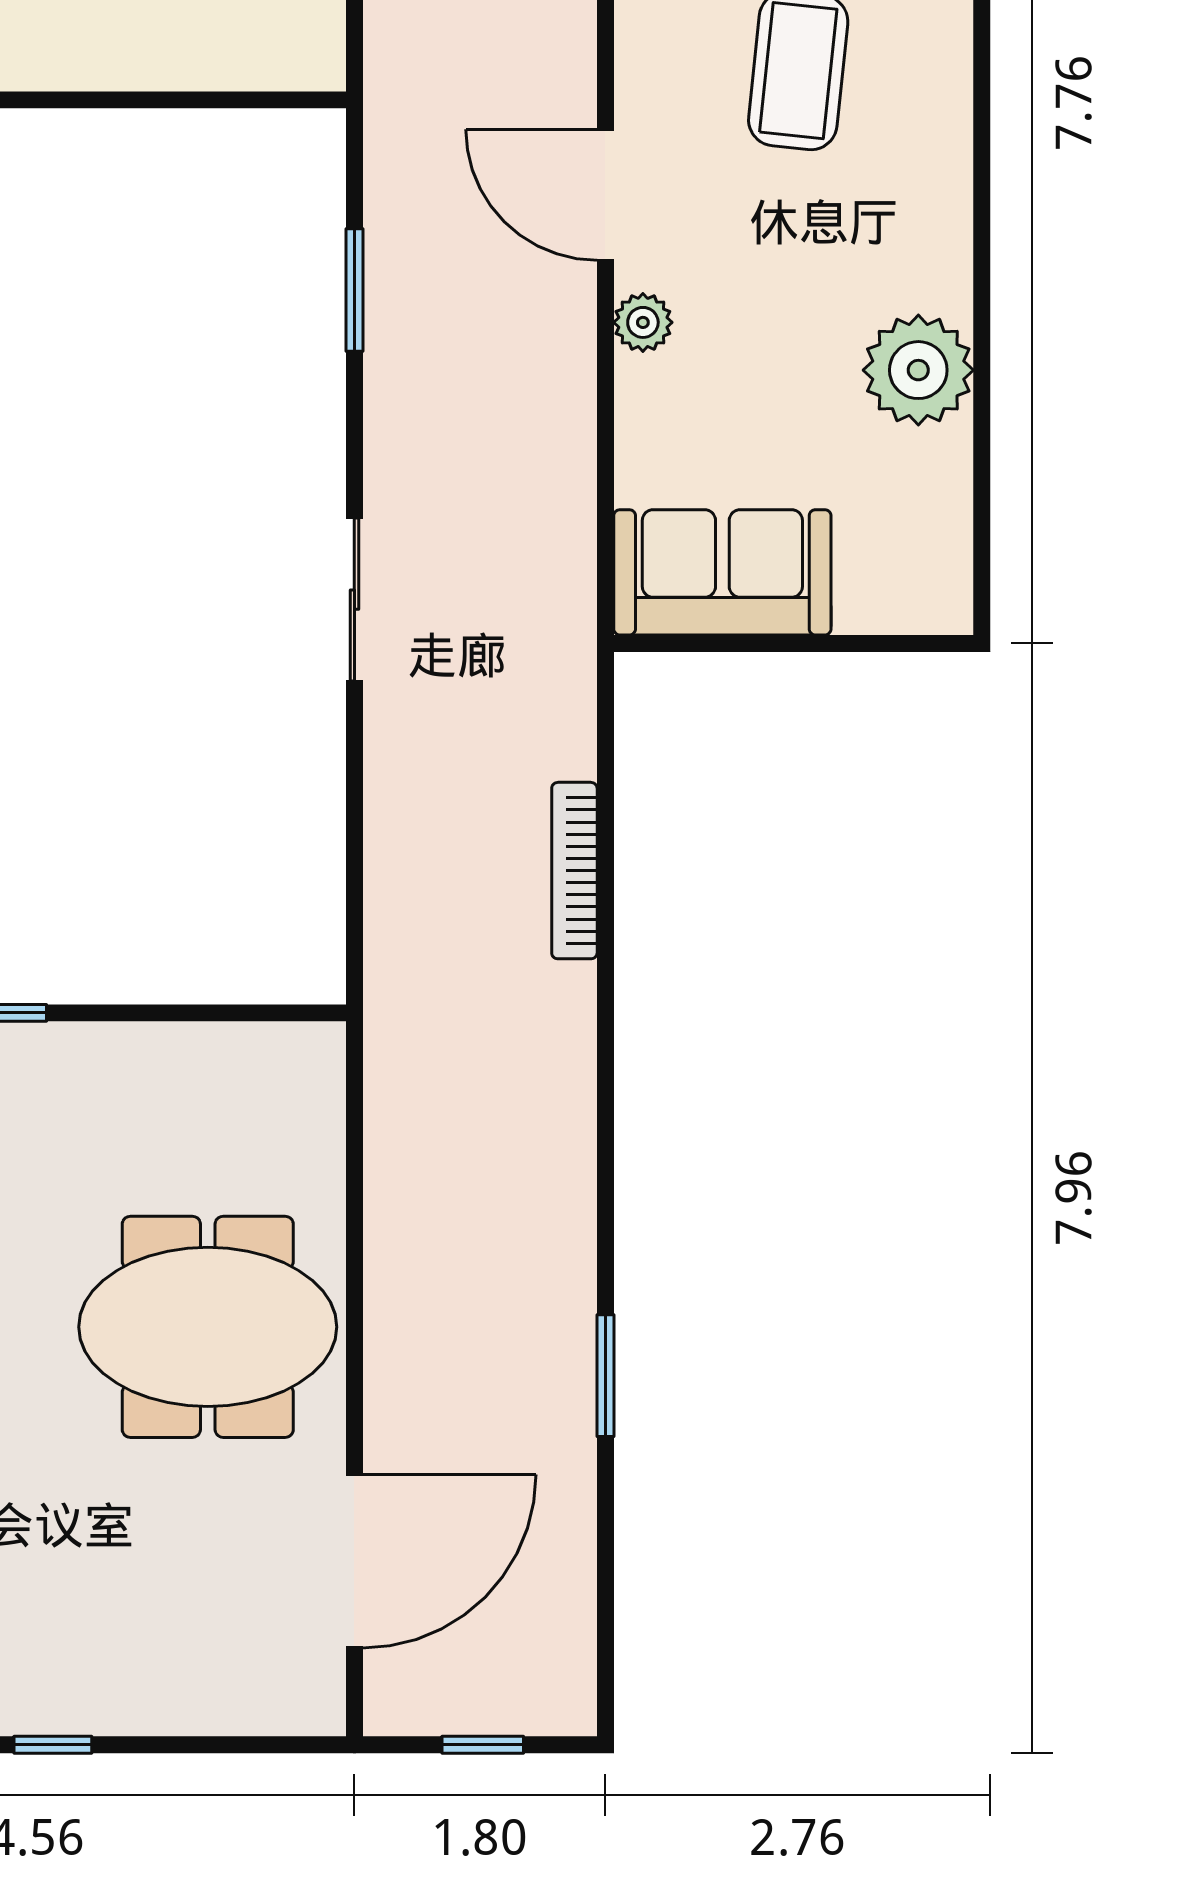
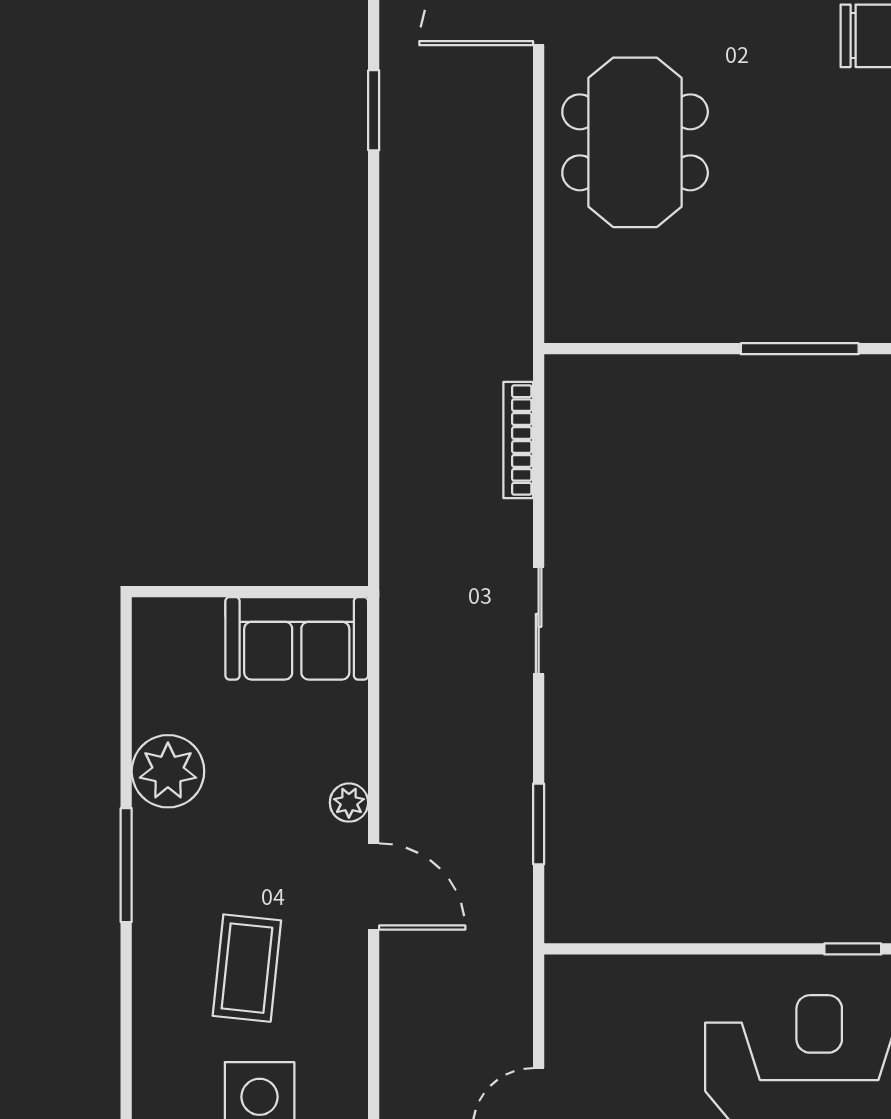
window: (982, 227) -> (126, 865), added
bookcase: (574, 871) -> (518, 440), moved, turned 180
meeting table: (208, 1327) -> (635, 142), turned 90

